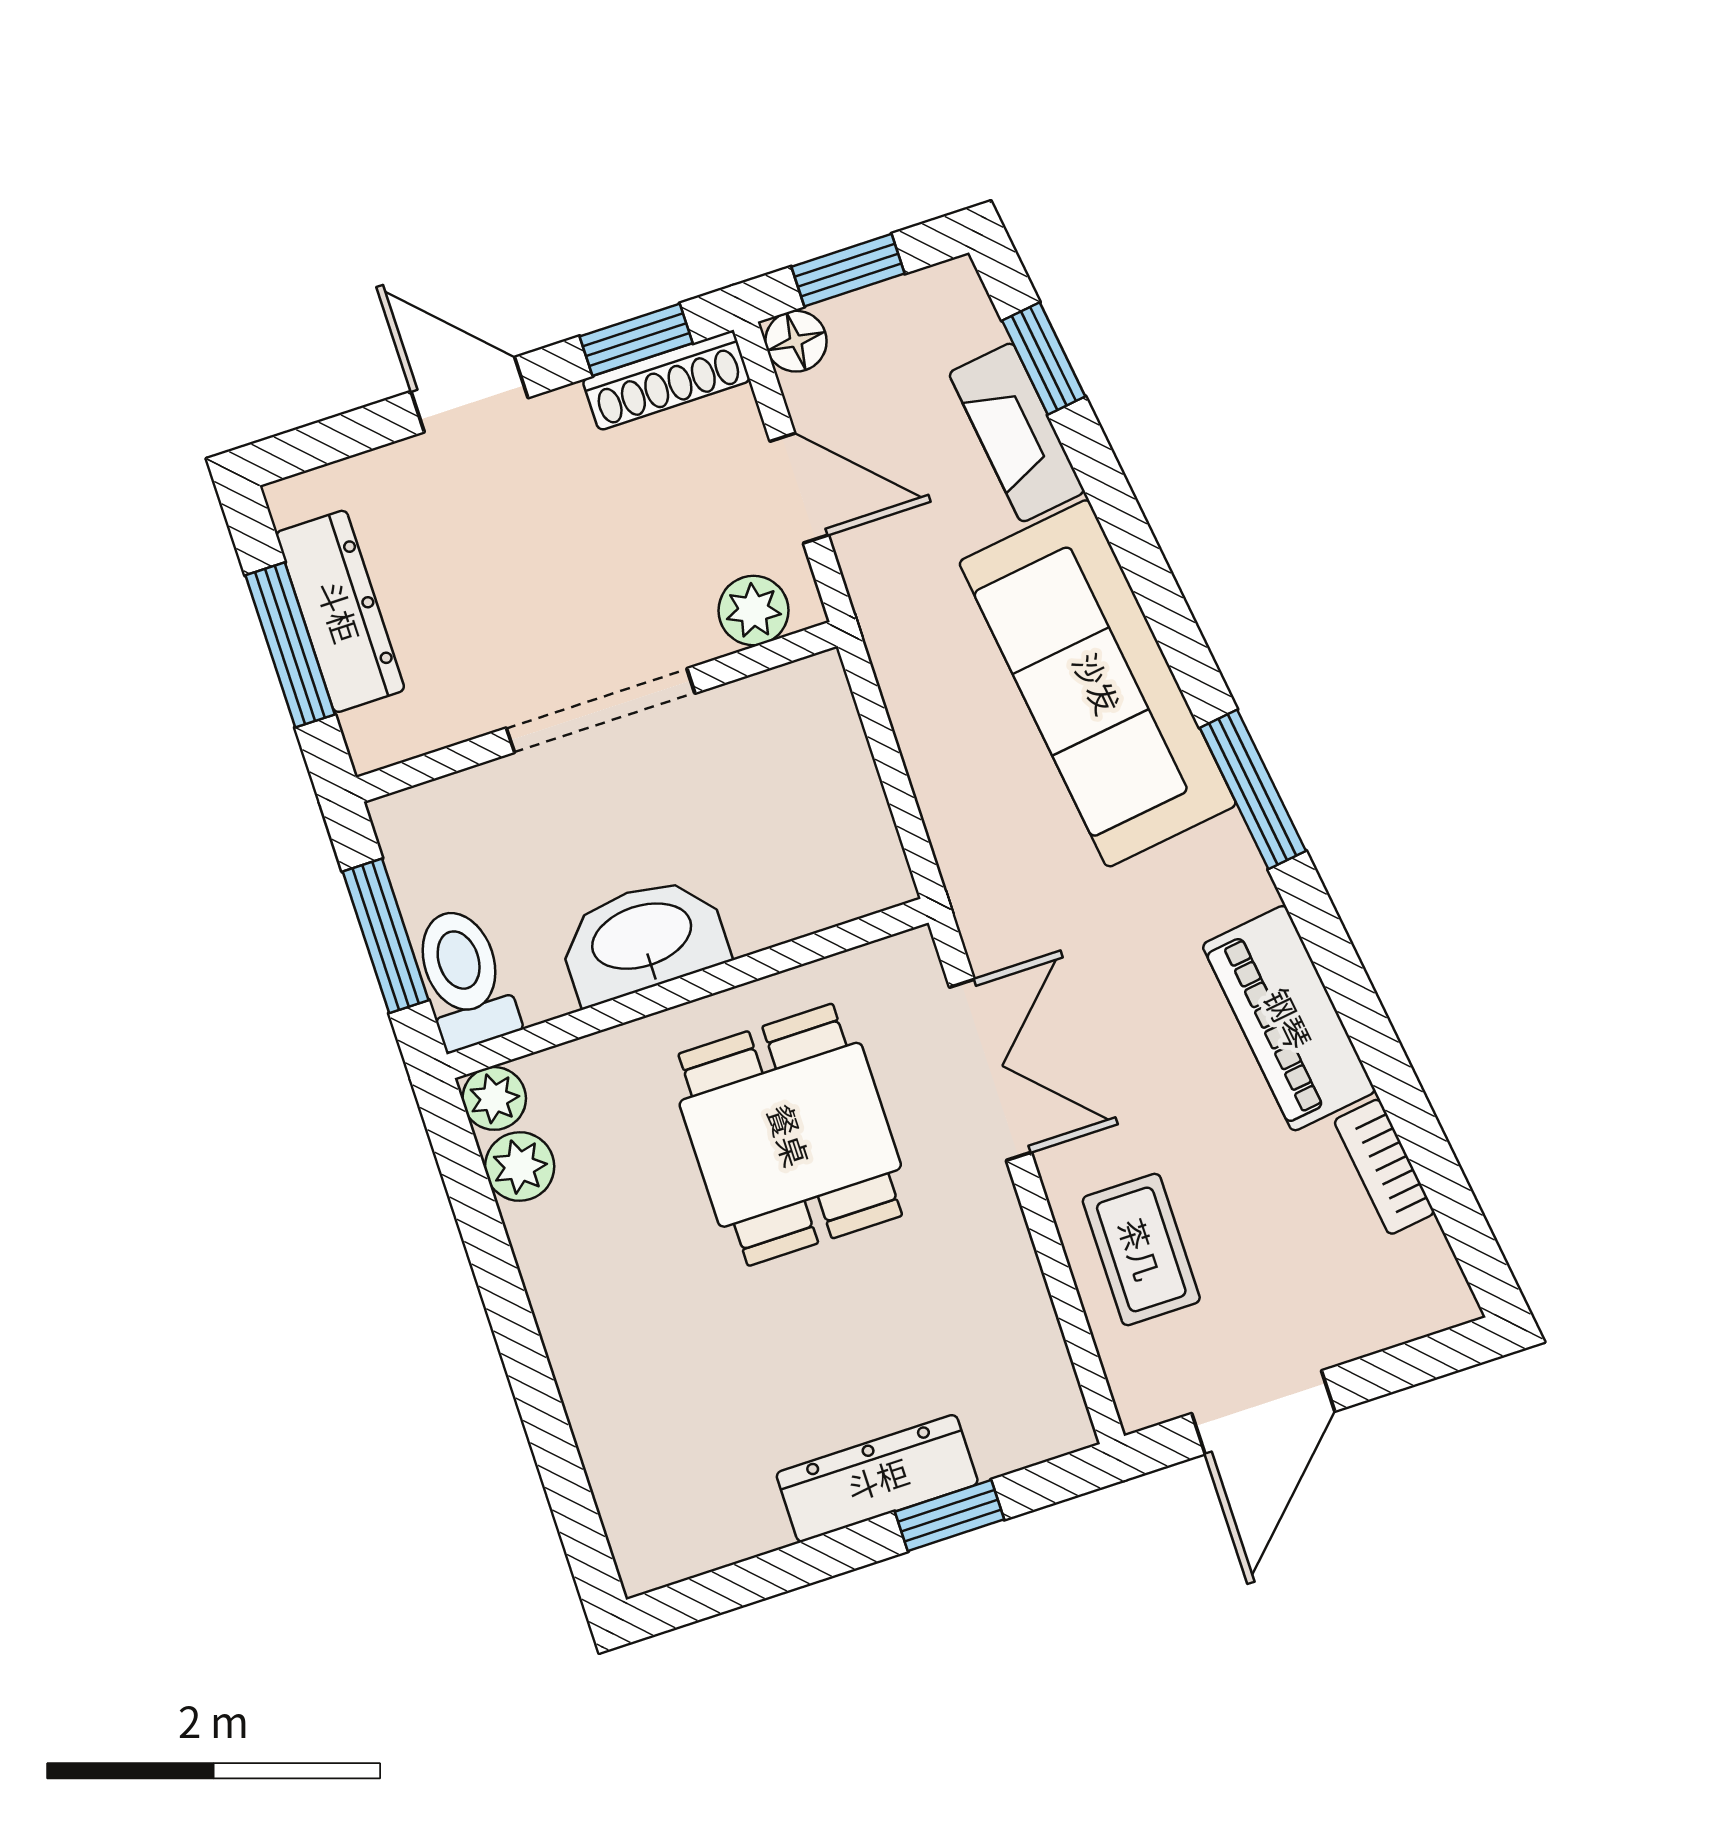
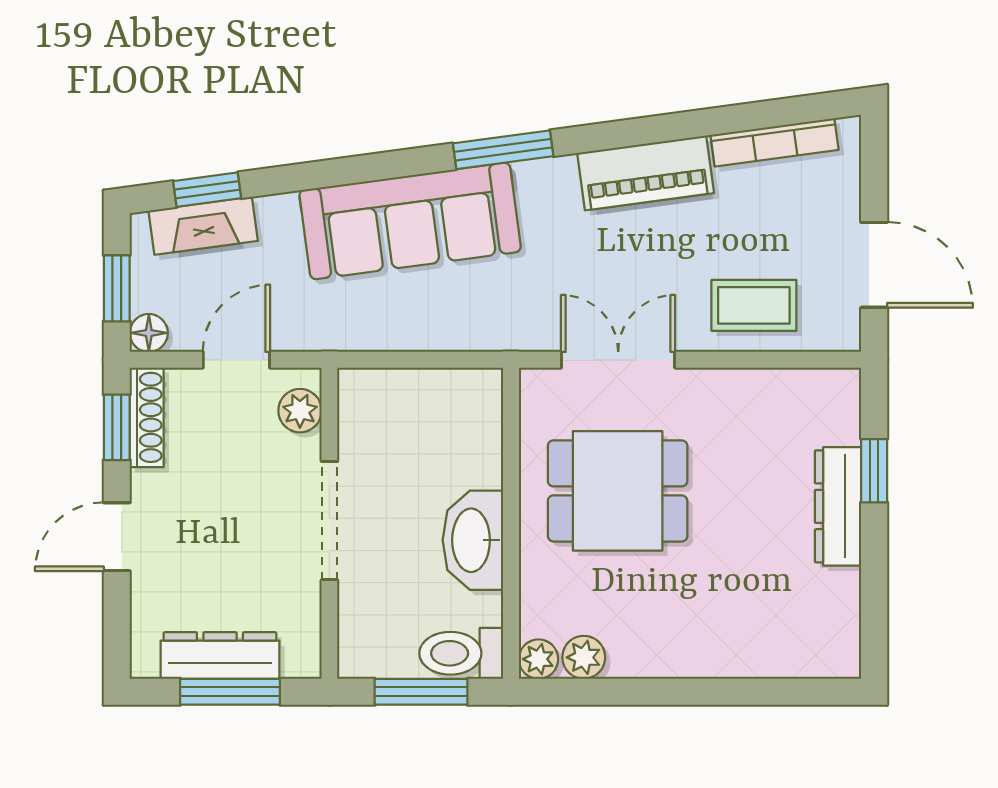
fireplace: (1017, 432) -> (203, 226), moved
bookcase: (1384, 1167) -> (775, 142), width x1.56

